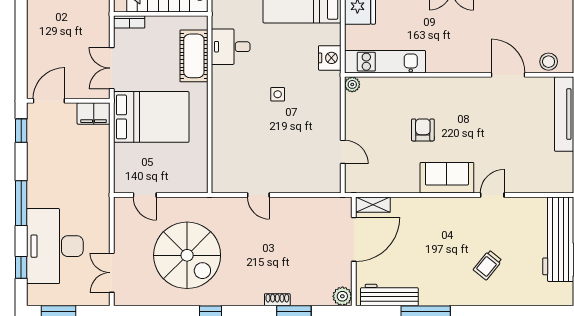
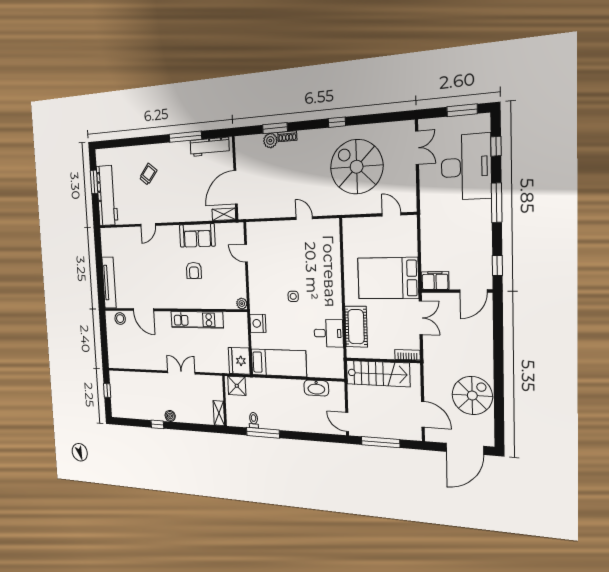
kitchen unit: (385, 62) -> (197, 320), moved
sofa: (447, 178) -> (197, 235), moved
plant: (342, 296) -> (270, 141), moved

